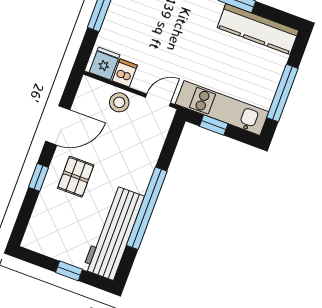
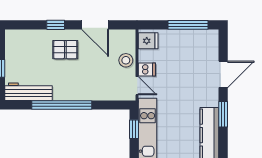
dishwasher: (125, 73) -> (147, 69), moved
workbench: (114, 233) -> (29, 92), width x0.73, depth x0.76

